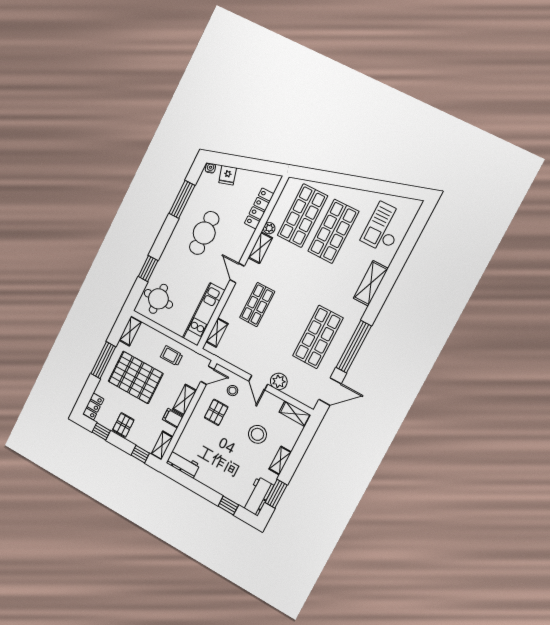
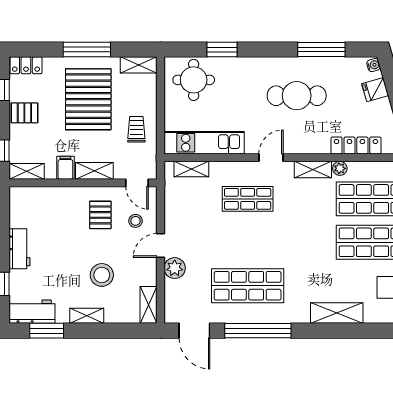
pallet: (216, 412) -> (100, 215), turned 90
workbench: (183, 464) -> (20, 249), moved

